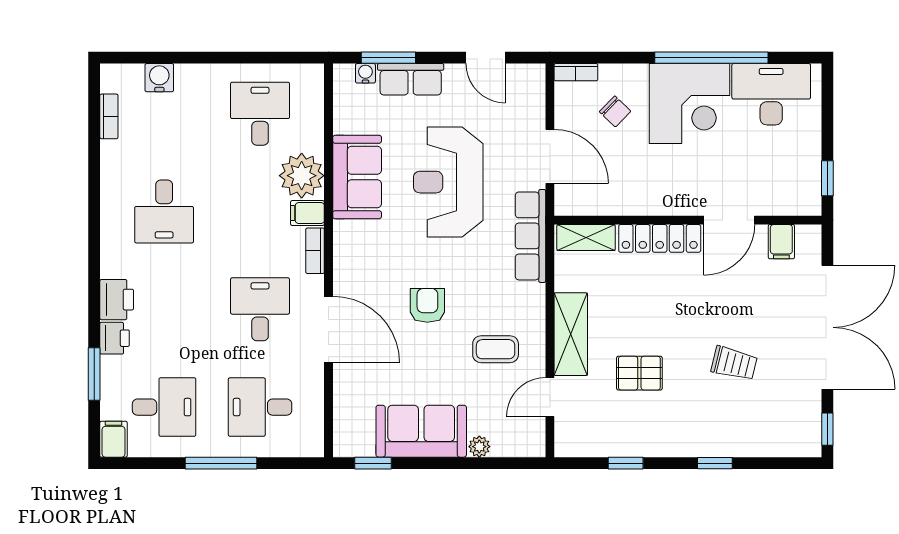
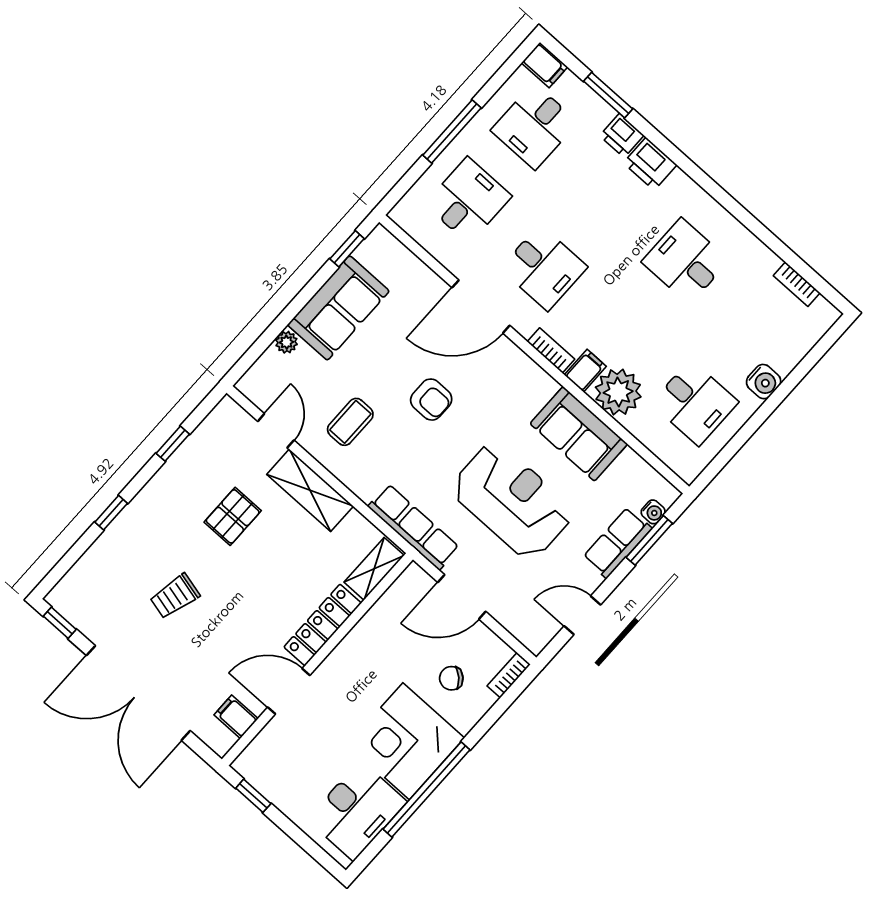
water cooler: (159, 78) -> (764, 382), moved
door: (729, 220) -> (289, 691), hinge flipped

